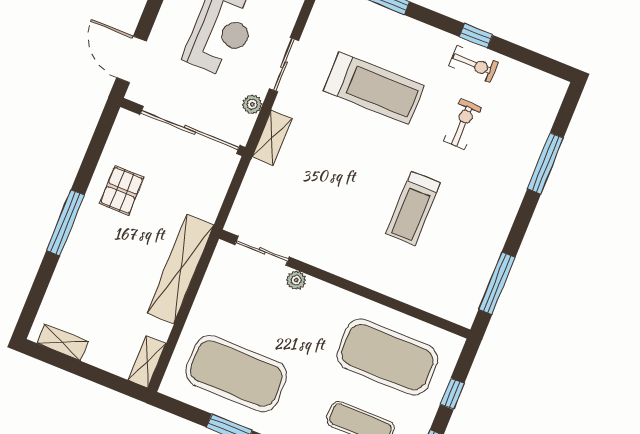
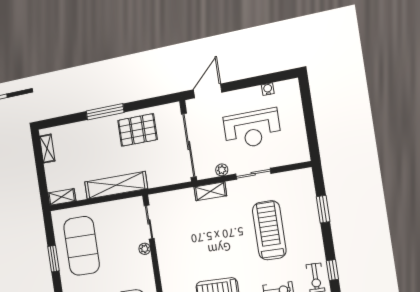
treadmill: (374, 88) -> (269, 230), turned 180
pallet: (122, 190) -> (137, 130), width x1.50, depth x1.42

